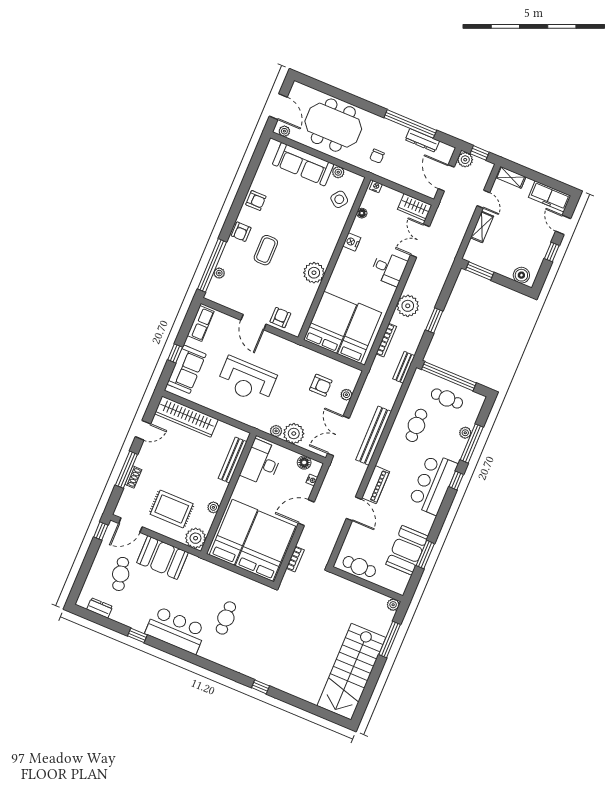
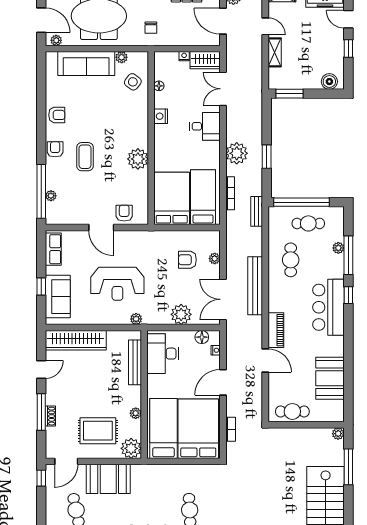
nightstand: (376, 187) -> (184, 56), moved
armchair: (241, 232) -> (55, 149), turned 180
armchair: (321, 385) -> (187, 260), turned 180
plant: (276, 431) -> (136, 319), moved
window: (425, 555) -> (348, 375), removed

